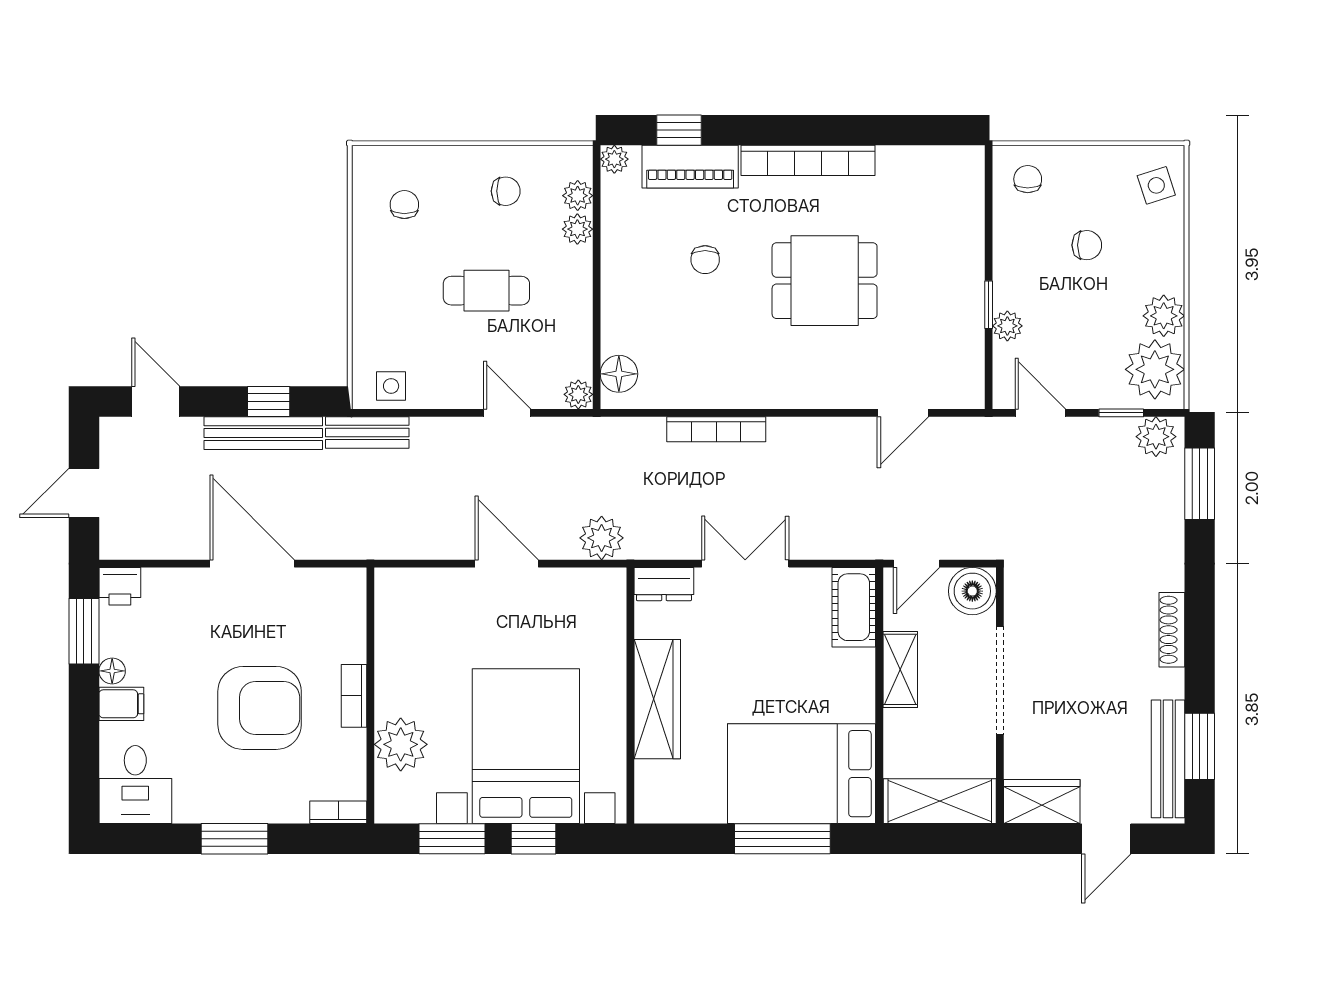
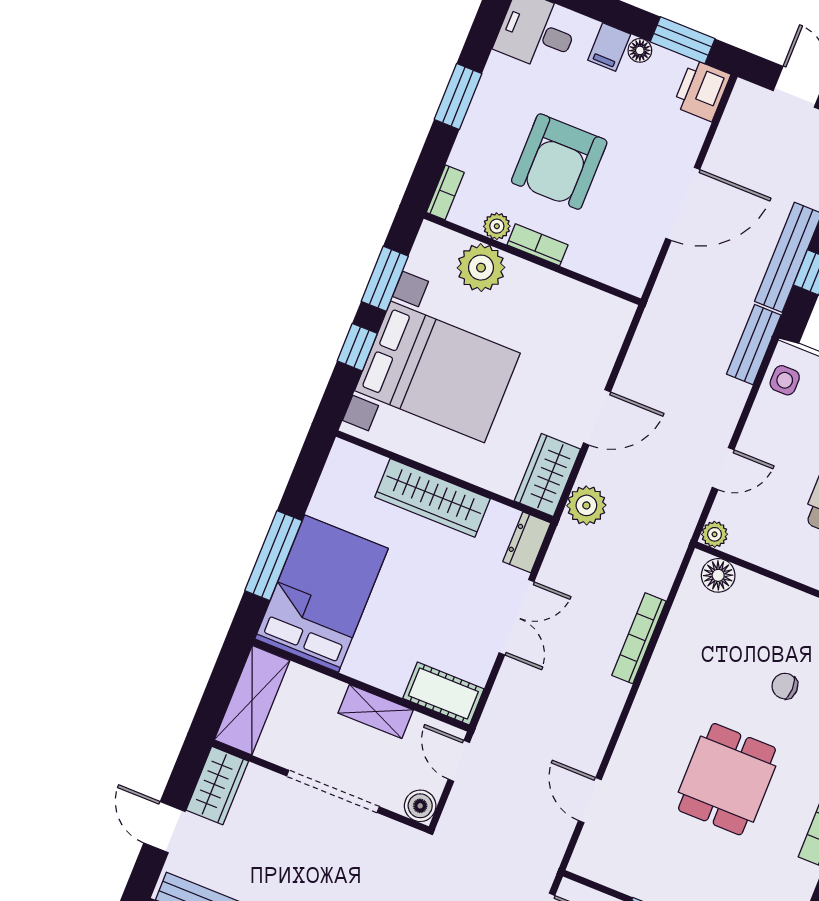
printer: (120, 586) -> (702, 90), width x1.36, depth x1.24
wardrobe: (586, 591) -> (547, 475), added
boiler: (972, 591) -> (420, 806), width x0.73, depth x0.73
plant: (352, 745) -> (497, 226), added

